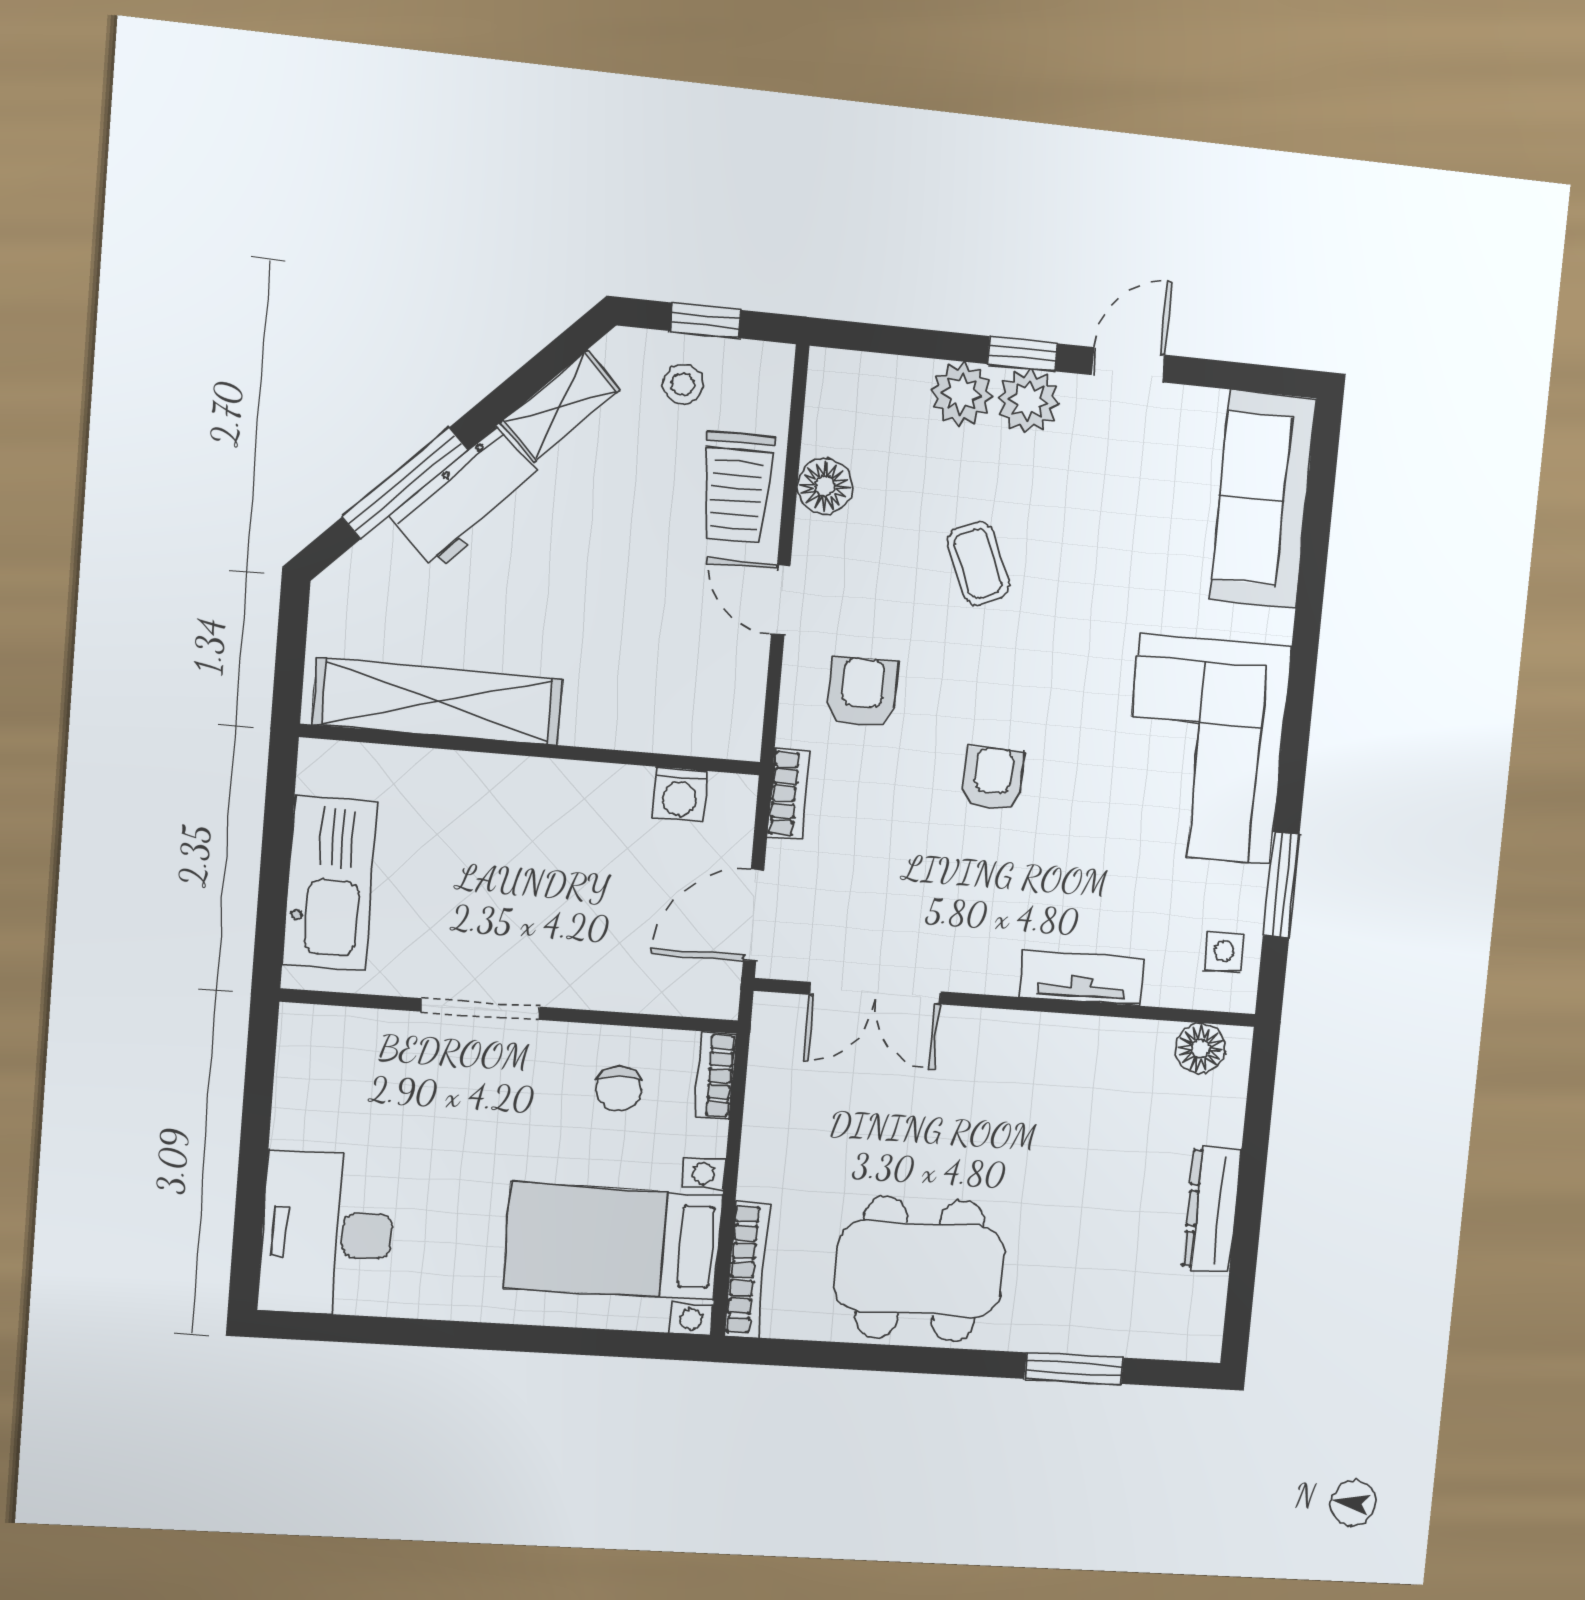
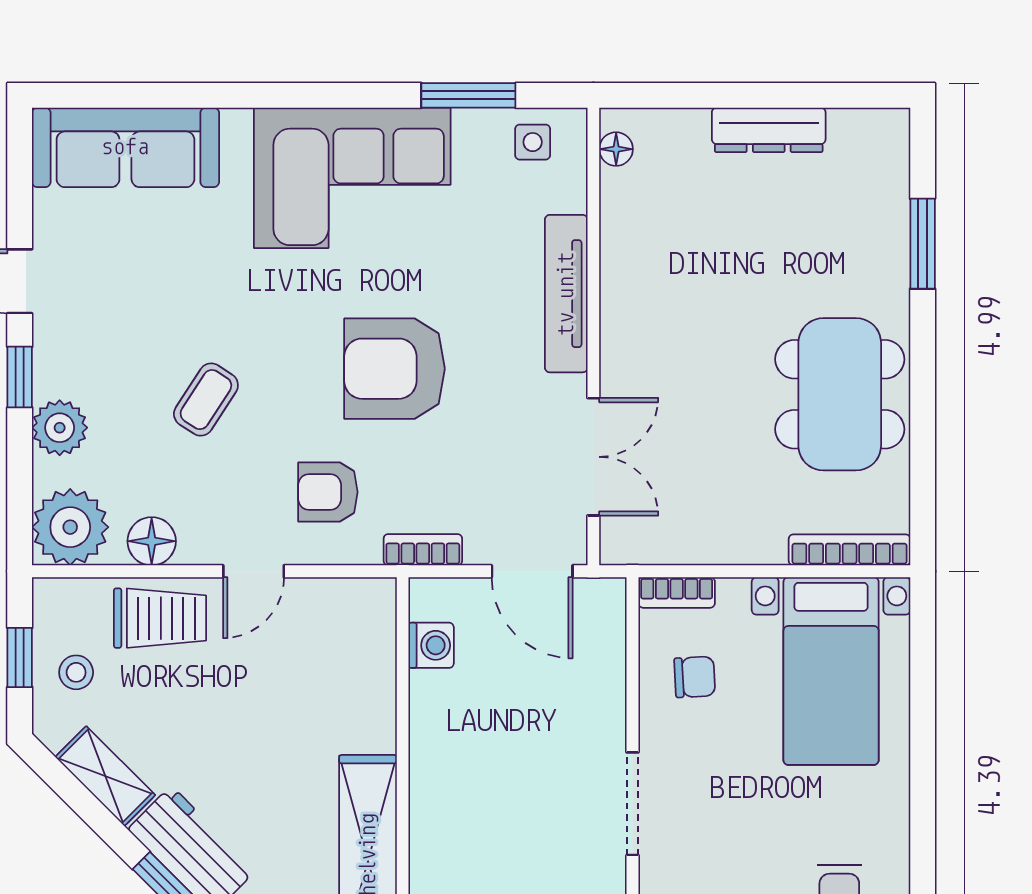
plant: (1028, 401) -> (70, 527), moved, width x1.36, depth x1.36
coffee table: (978, 563) -> (206, 400), turned -34
armchair: (993, 779) -> (394, 369), width x1.88, depth x1.88
tv unit: (1082, 978) -> (566, 294), width x1.41
floor lamp: (1200, 1048) -> (616, 149), width x0.73, depth x0.73

